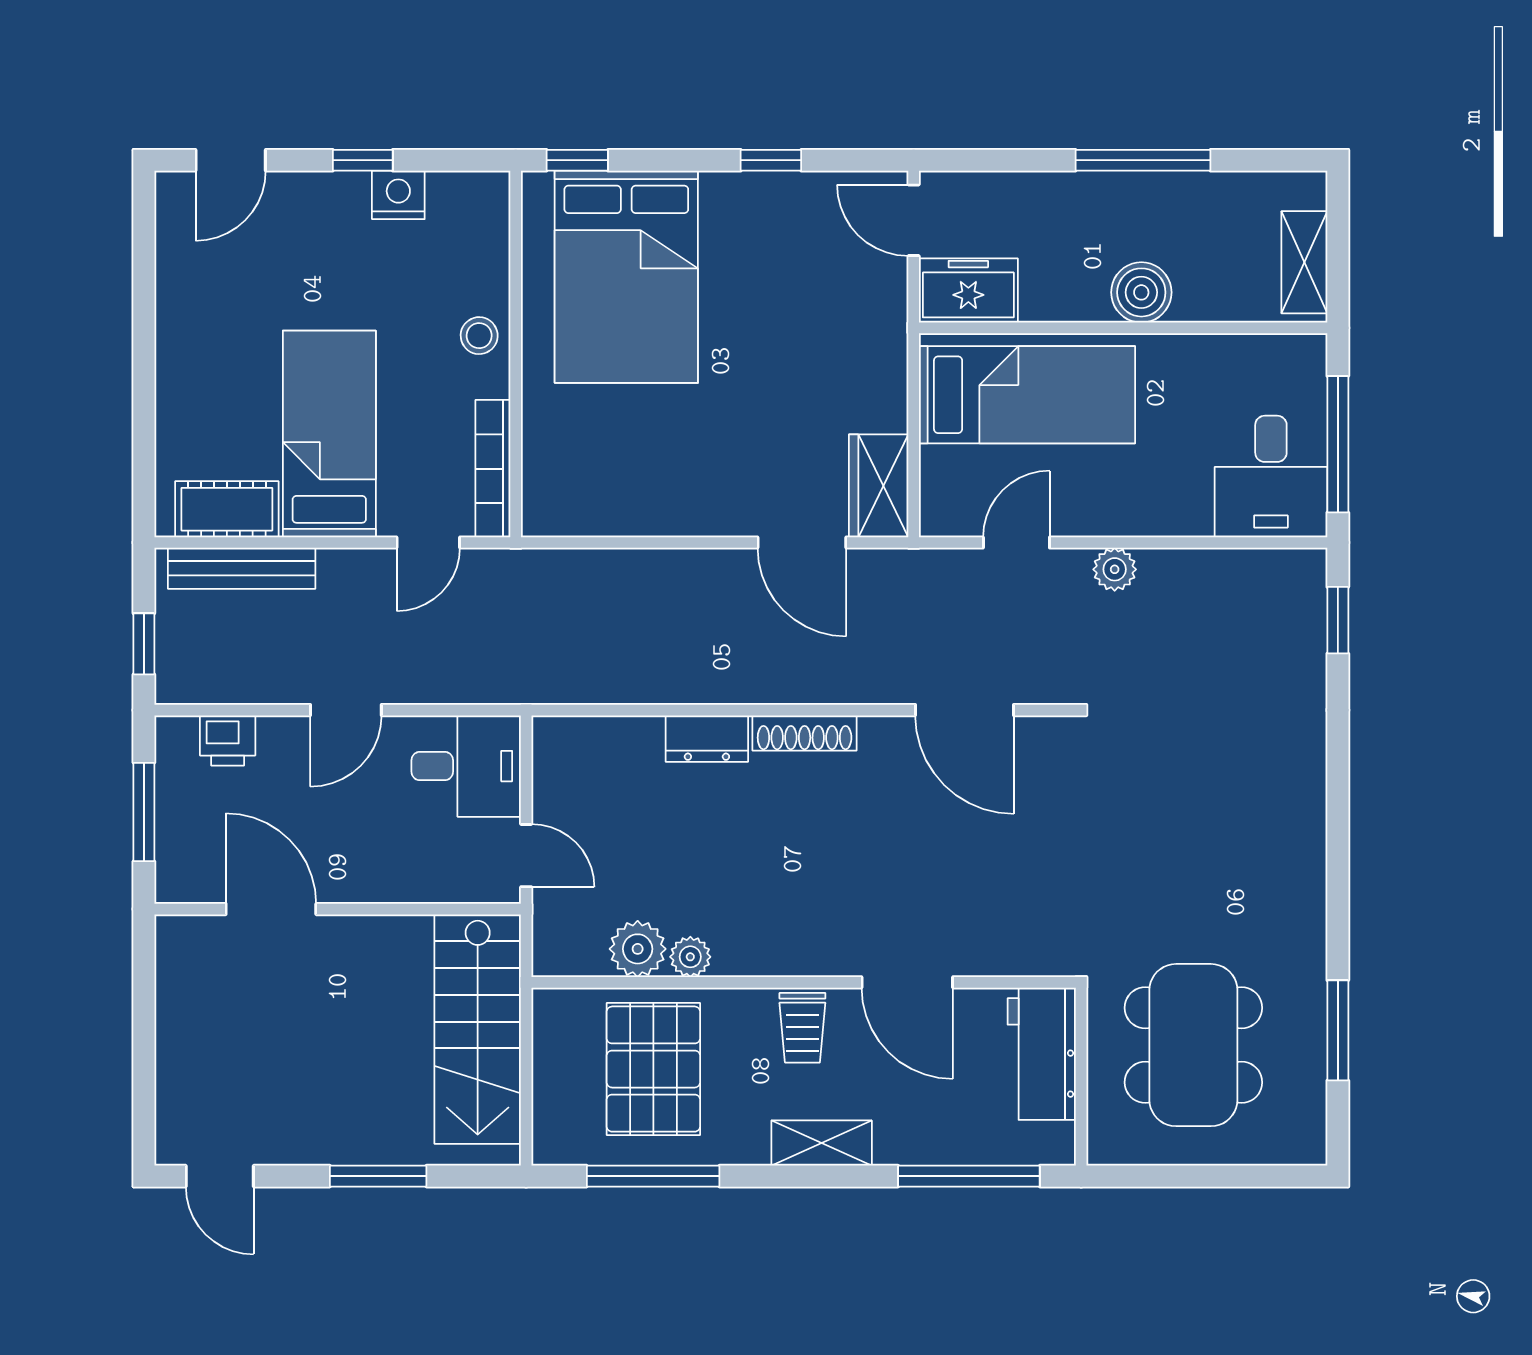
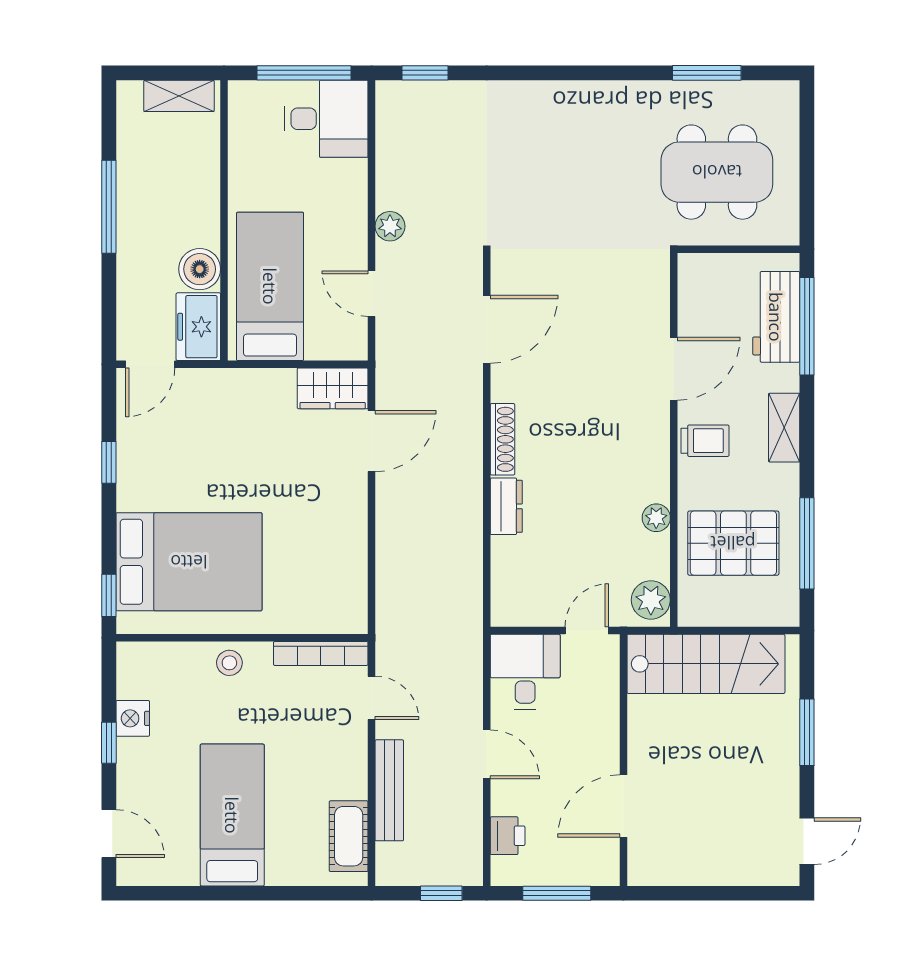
boiler: (1141, 292) -> (200, 269), moved
bed: (329, 434) -> (232, 815), moved, turned 90
bench: (242, 568) -> (389, 790), moved
plant: (638, 949) -> (651, 600), moved
workbench: (1042, 1054) -> (776, 317), moved, turned 90

